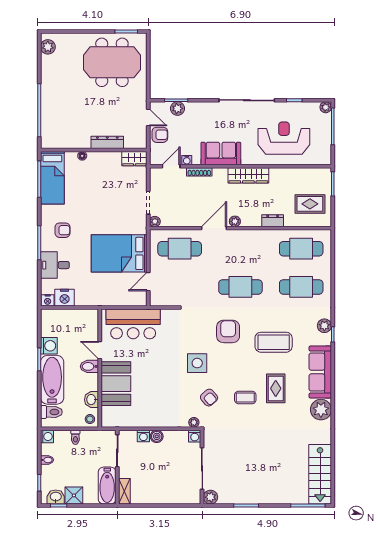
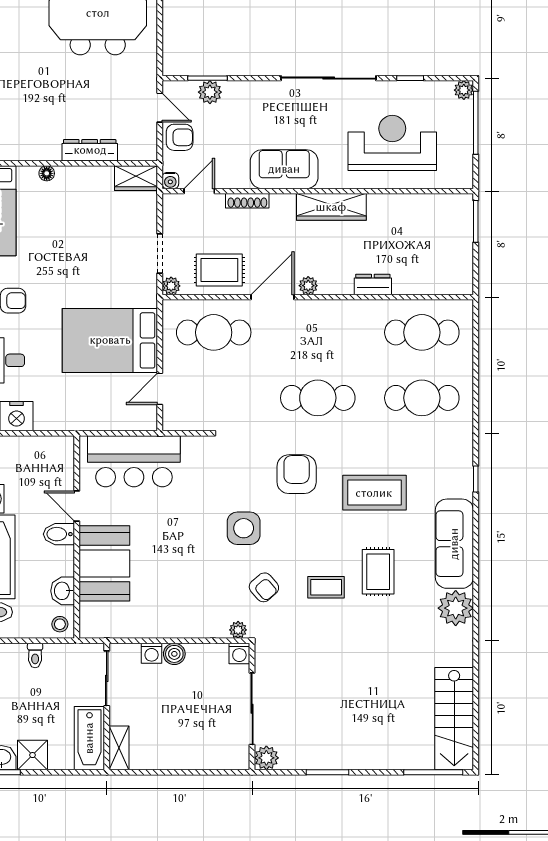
water cooler: (187, 160) -> (170, 181), moved
rug: (310, 204) -> (219, 270), moved
plant: (324, 326) -> (462, 464), removed

